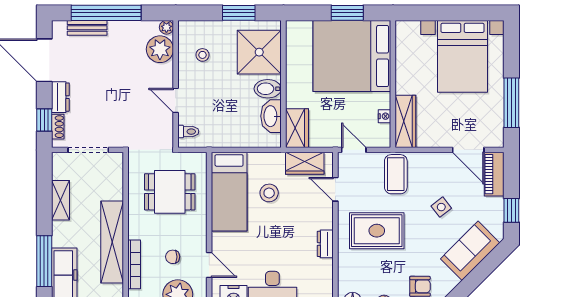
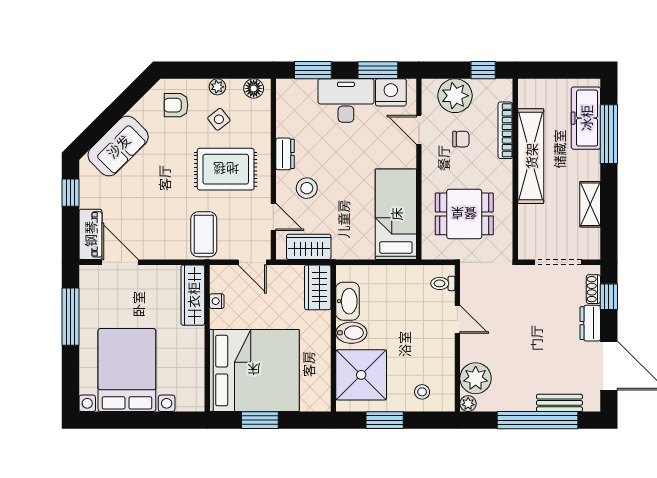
stool: (202, 55) -> (422, 392), moved
stool: (269, 193) -> (307, 188), moved
side table: (441, 207) -> (219, 119), moved

